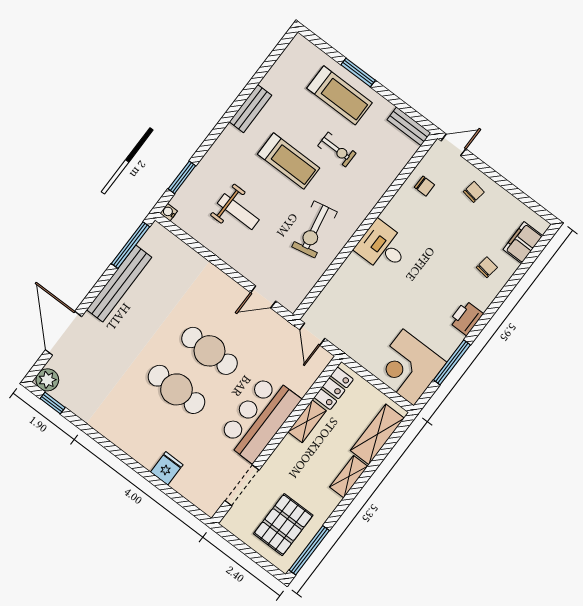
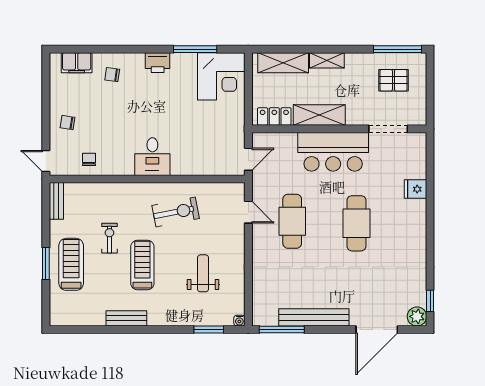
cafe table: (209, 351) -> (292, 221), moved
shelving: (307, 421) -> (319, 115), width x1.50, depth x1.33
pallet: (283, 525) -> (393, 80), width x0.67, depth x0.71

